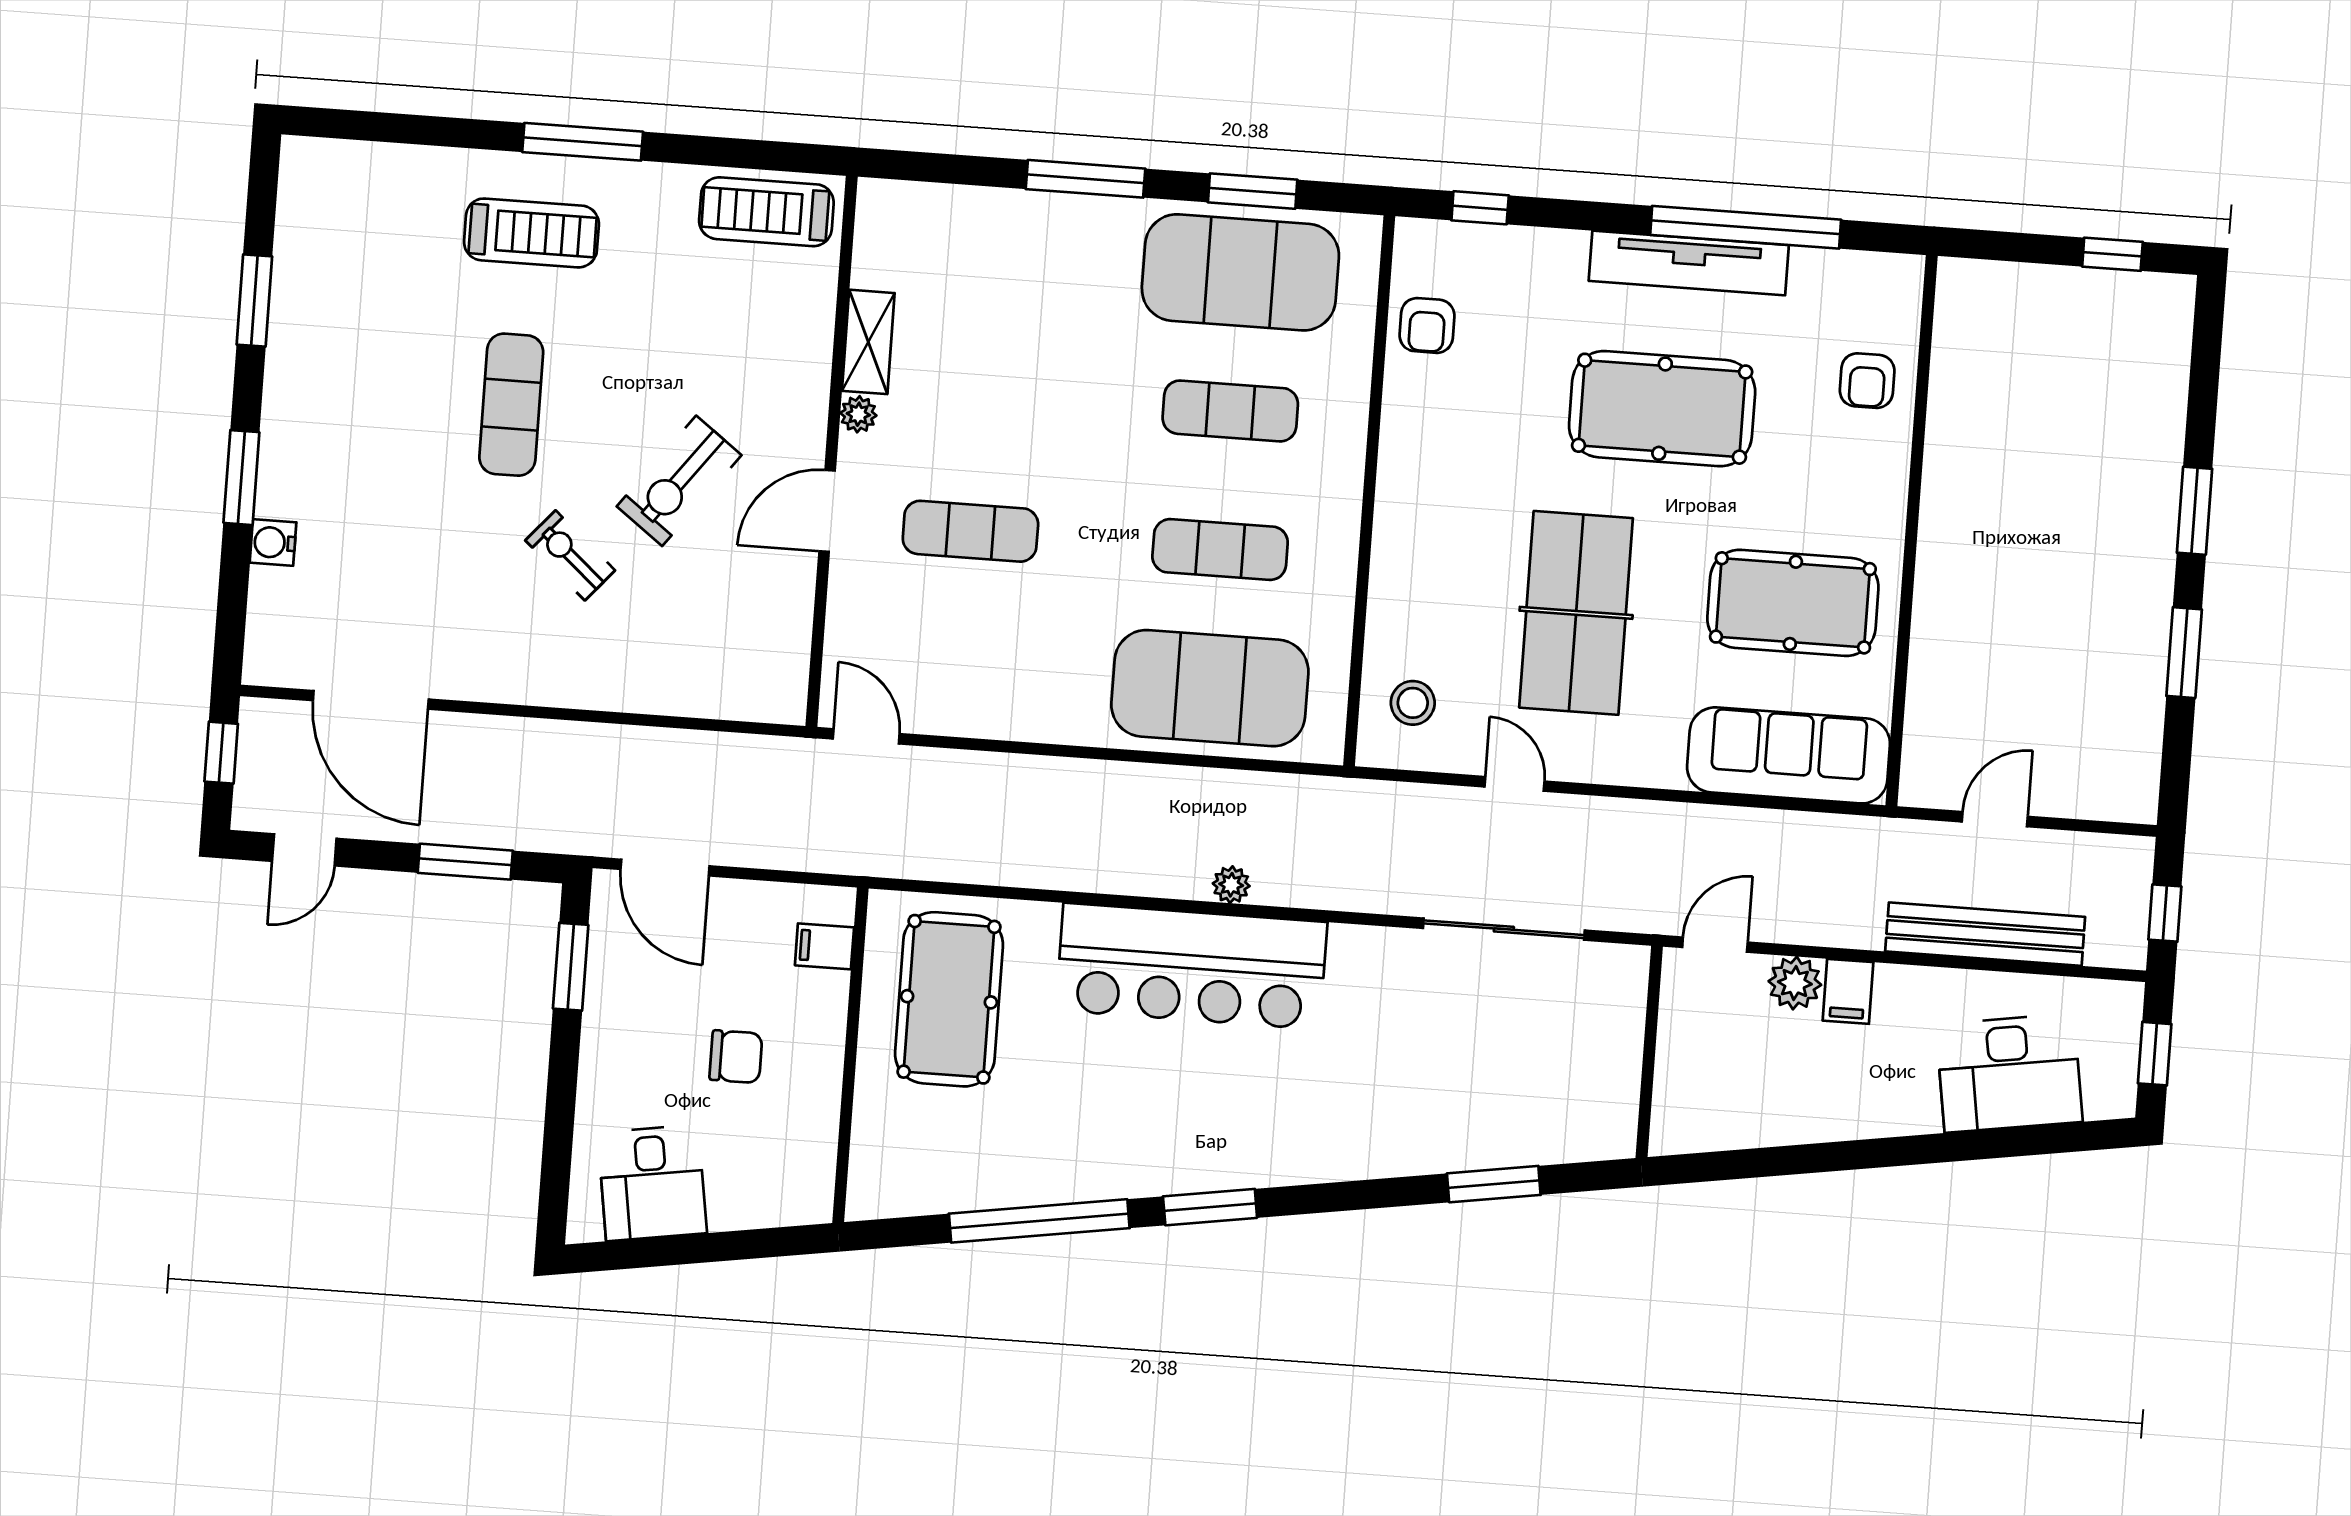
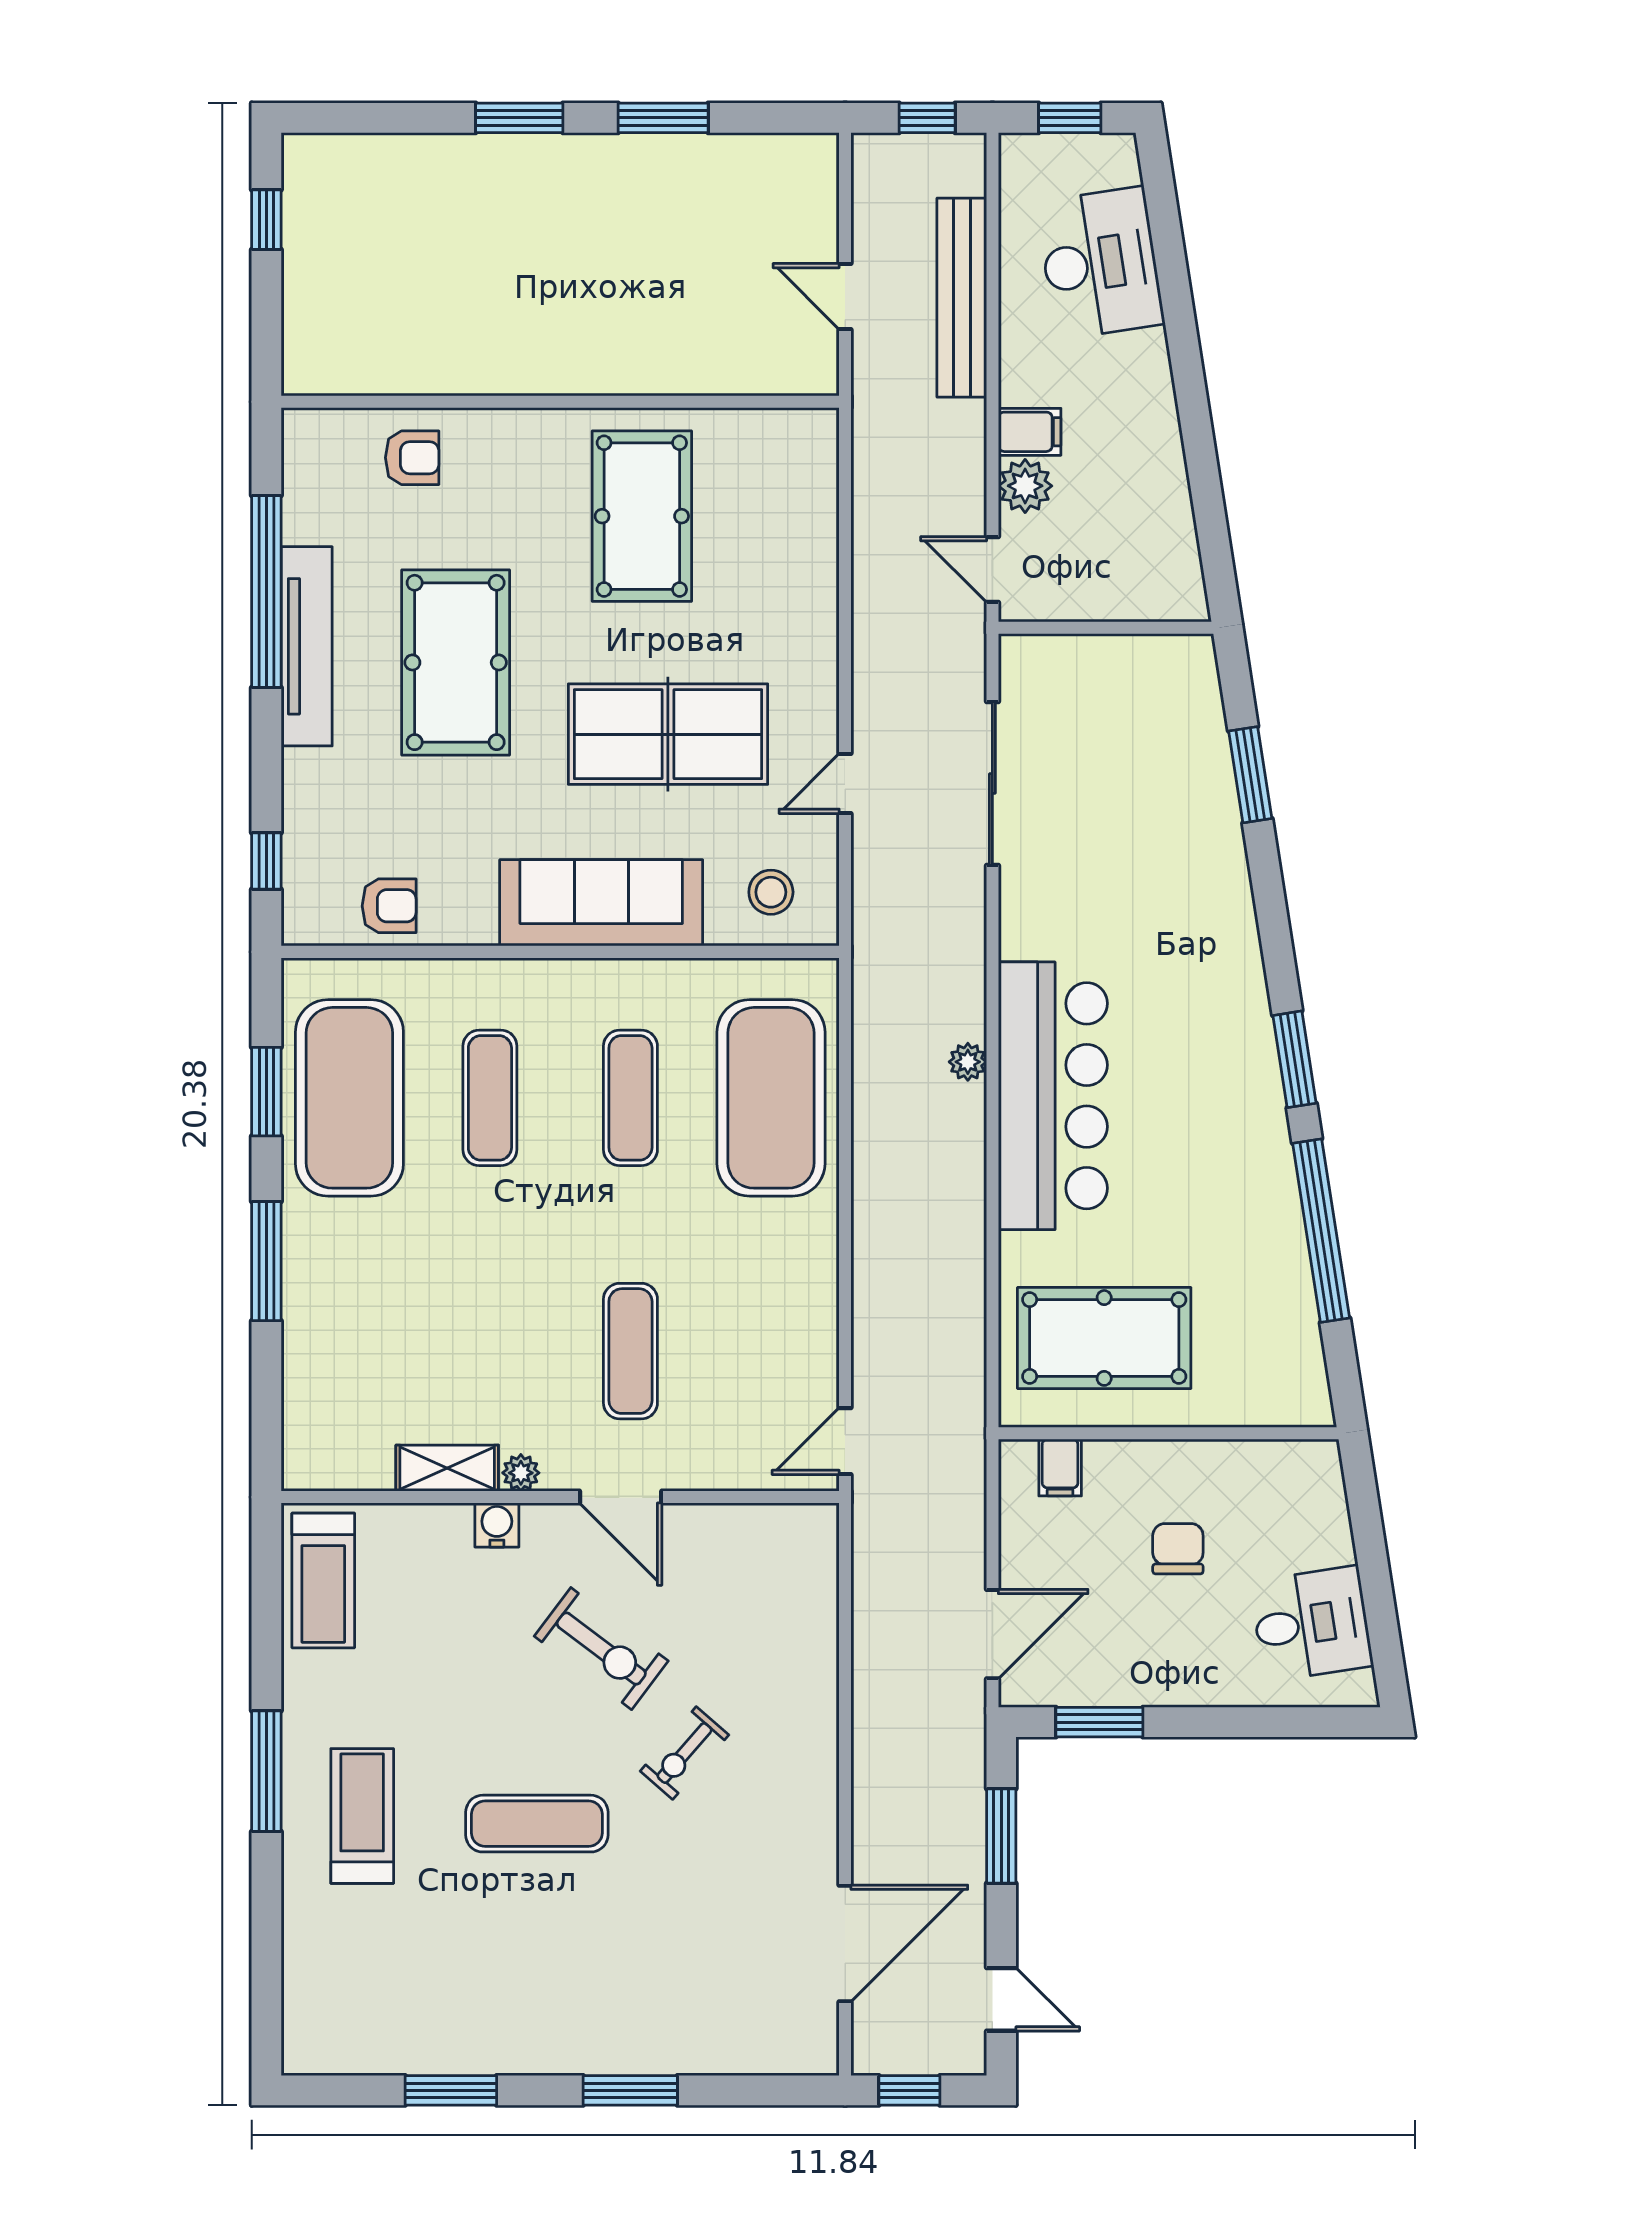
water cooler: (273, 542) -> (497, 1525), moved, turned 180
sofa: (1789, 755) -> (601, 903), moved, turned 90

